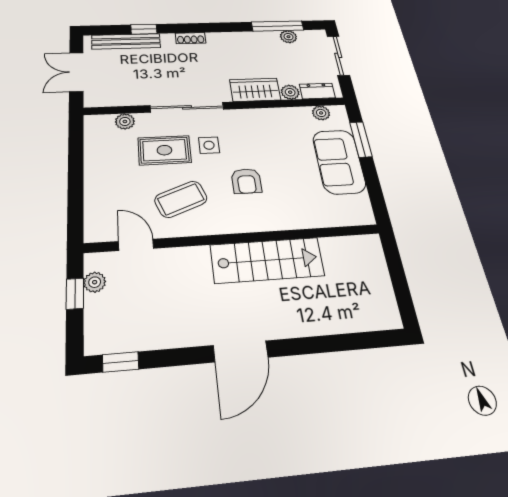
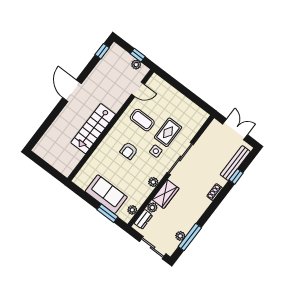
plant: (125, 121) -> (153, 182), moved
armchair: (246, 181) -> (129, 151), turned -90
coffee table: (181, 199) -> (142, 120), turned -69

